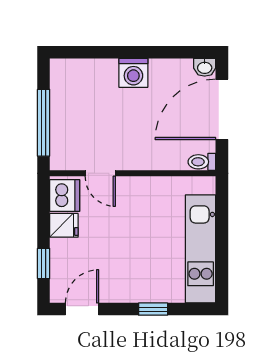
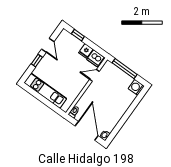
washing machine: (133, 73) -> (136, 87), moved
door: (82, 309) -> (48, 45), moved

